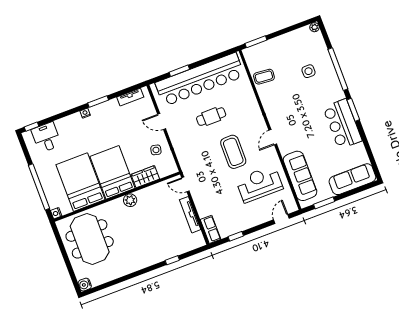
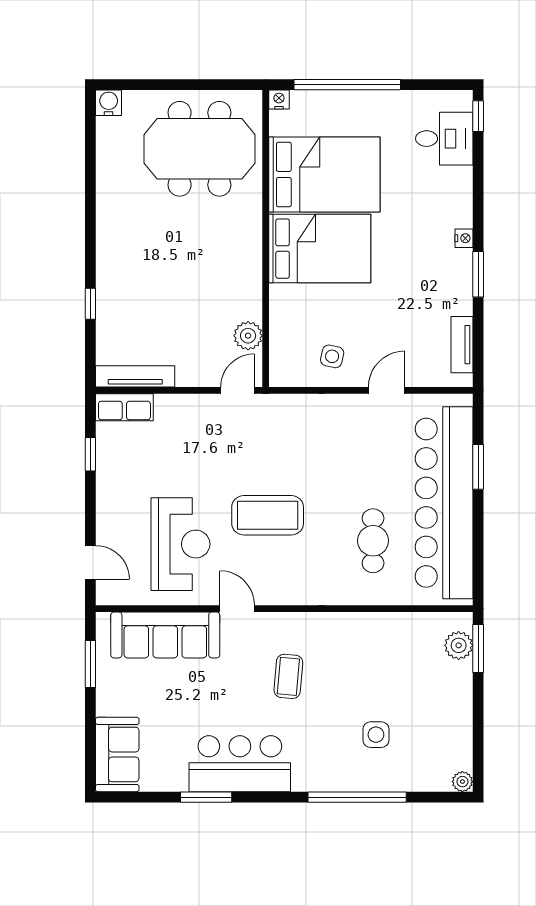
plant: (258, 51) -> (459, 645), added
coffee table: (264, 77) -> (288, 676), moved
window: (353, 110) -> (206, 797), moved
cafe table: (211, 117) -> (373, 541), moved
door: (273, 137) -> (237, 609), moved
wardrobe: (145, 177) -> (285, 313), removed
sofa: (352, 179) -> (117, 755), width x0.73
plant: (130, 200) -> (248, 336), moved
tv unit: (190, 215) -> (135, 376), moved

